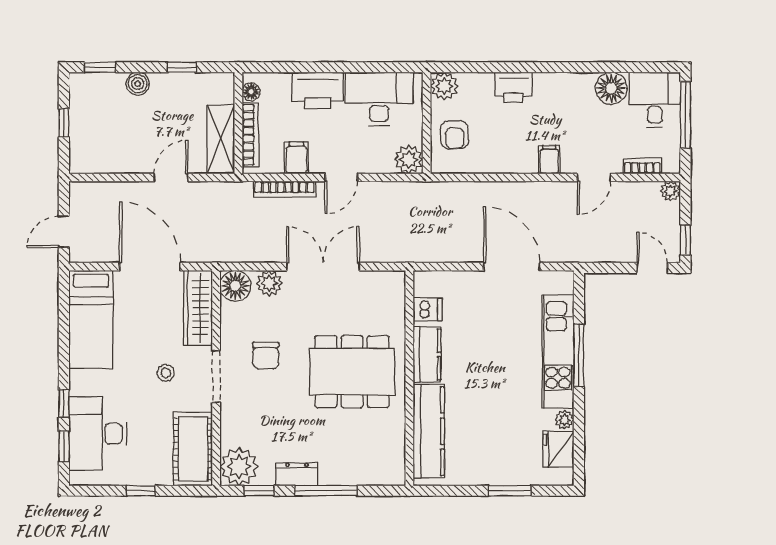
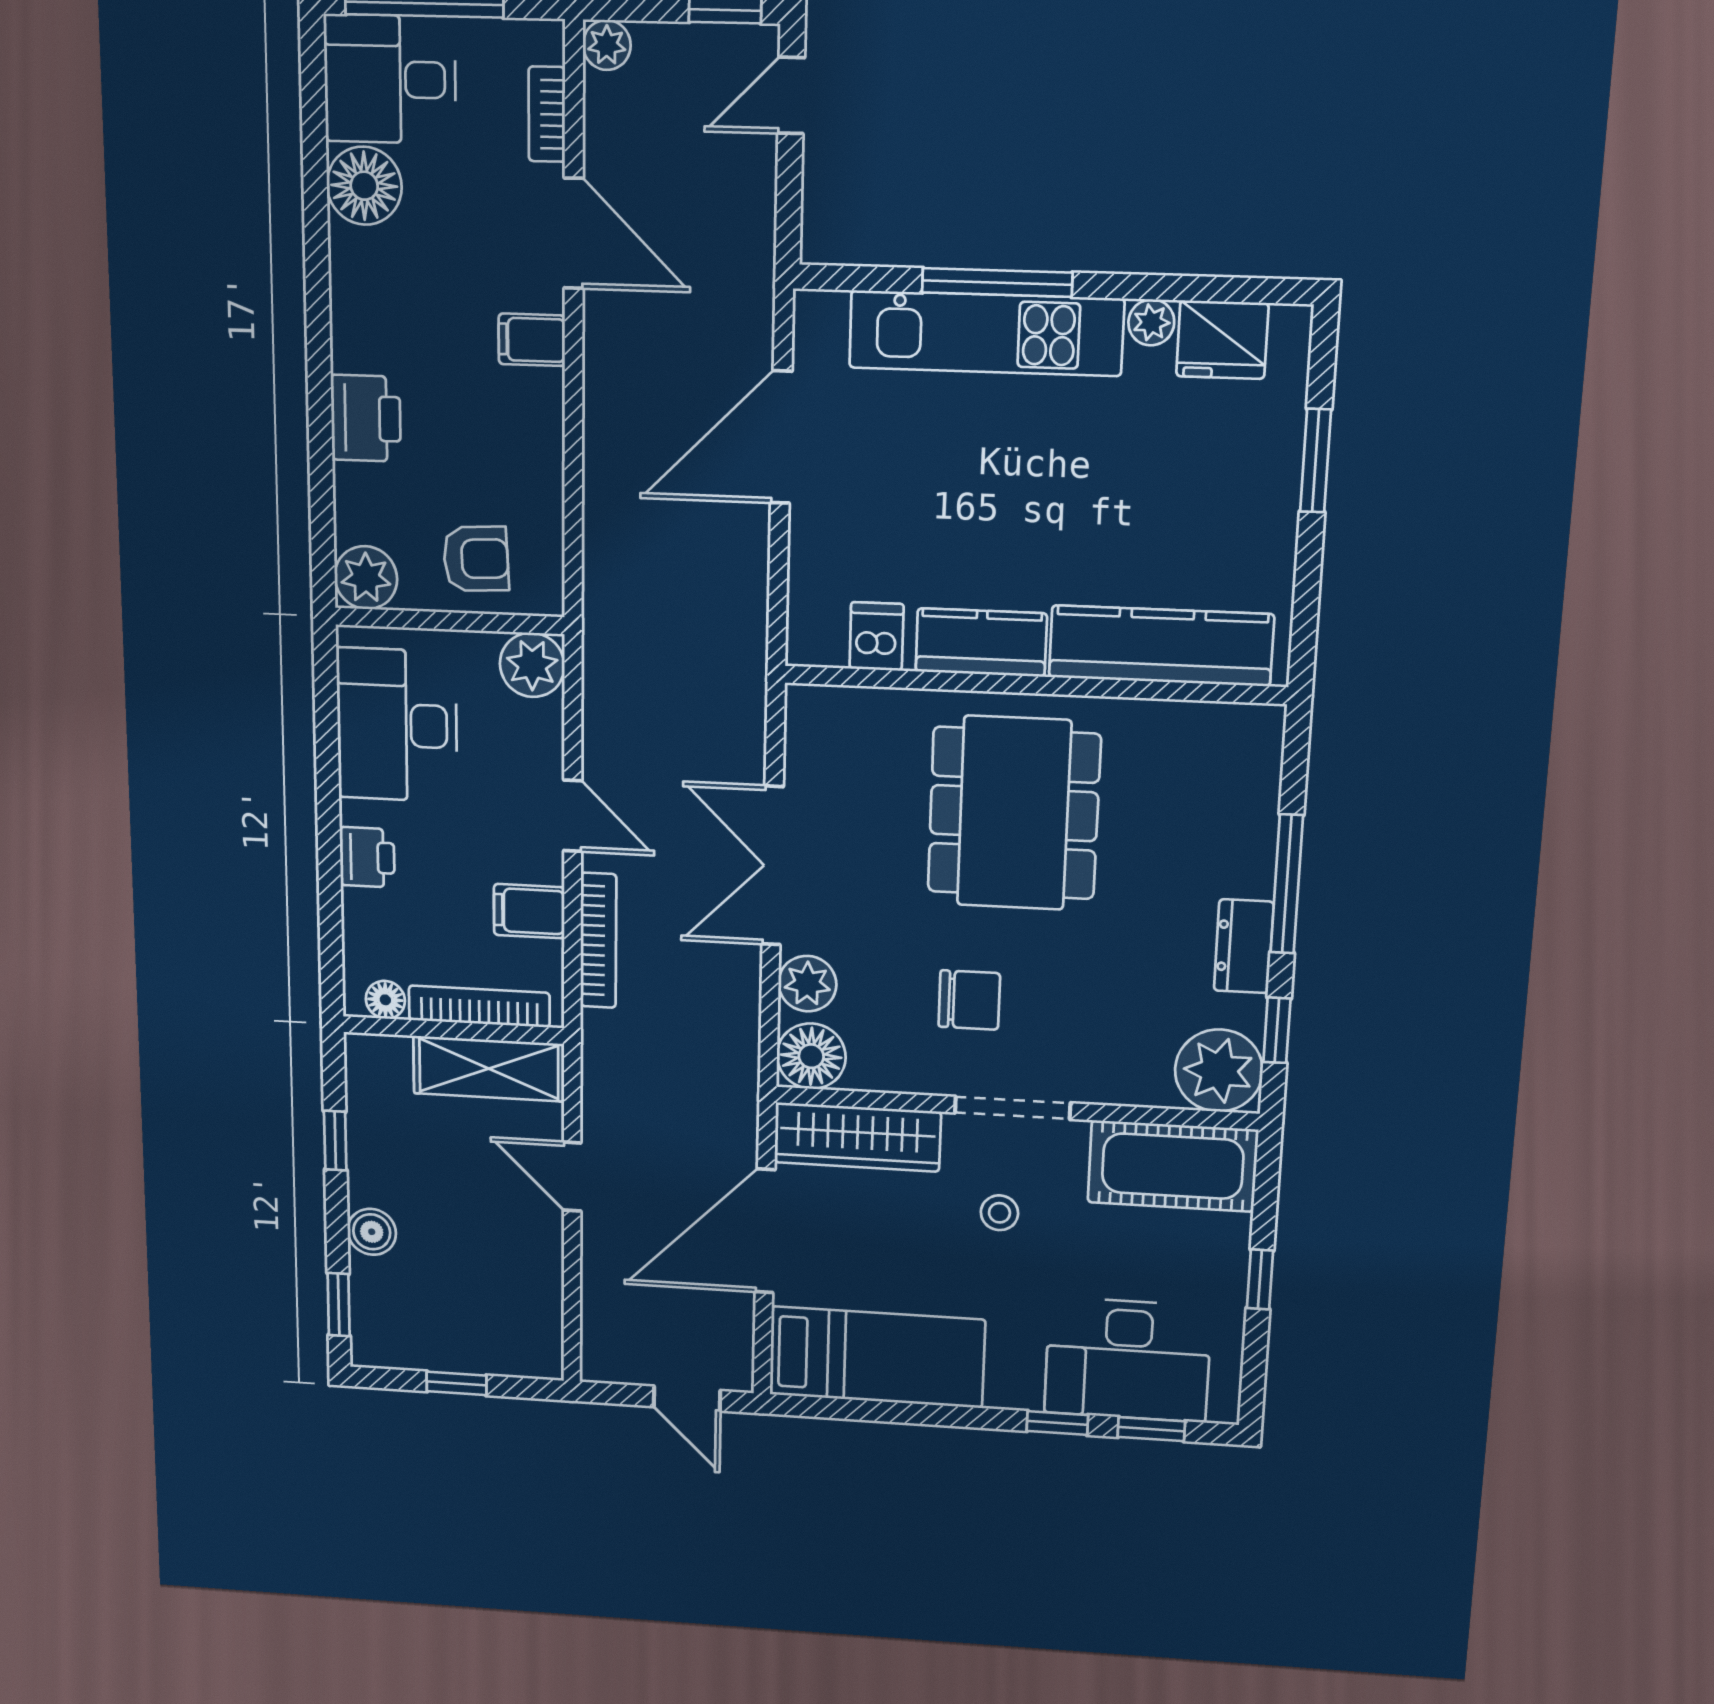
printer: (318, 90) -> (367, 857), width x0.53, depth x0.68
door: (594, 177) -> (574, 233), width x1.38

